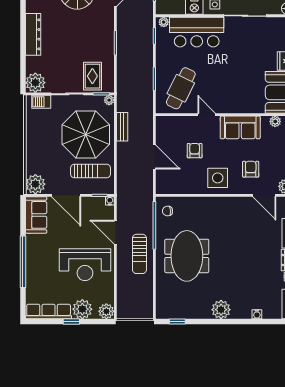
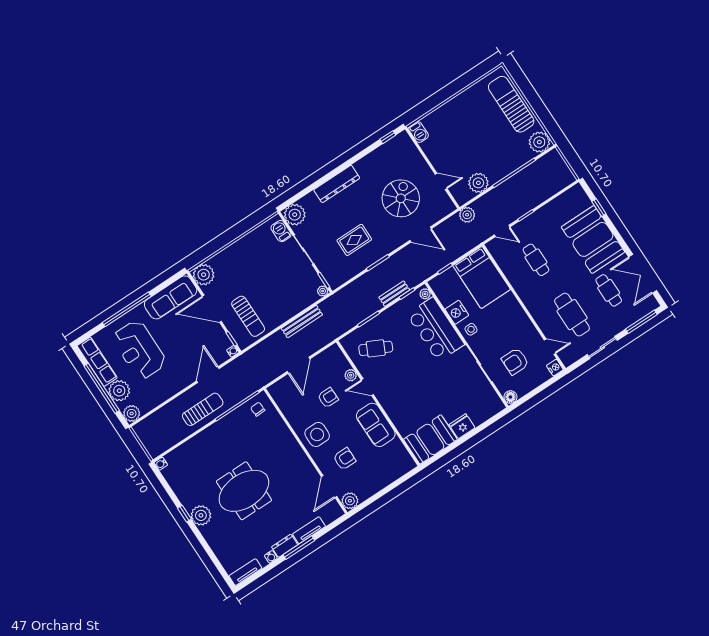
bench: (148, 46) -> (394, 294), added
rug: (92, 76) -> (354, 240), moved
cafe table: (181, 88) -> (376, 348), width x0.73, depth x0.74
door: (207, 115) -> (367, 387), swing flipped
plant: (275, 121) -> (351, 375), moved
bench: (122, 127) -> (302, 322), width x1.36
parasol: (86, 134) -> (278, 291), removed
door: (66, 195) -> (212, 309), hinge flipped
sofa: (36, 215) -> (171, 297), width x1.36
sun lounger: (139, 254) -> (203, 409), turned 180
meeting table: (187, 256) -> (244, 491), moved
reception desk: (85, 265) -> (139, 350), moved
water cooler: (257, 314) -> (161, 464), moved
window: (71, 322) -> (102, 388), width x3.17
window: (177, 322) -> (184, 514), moved

